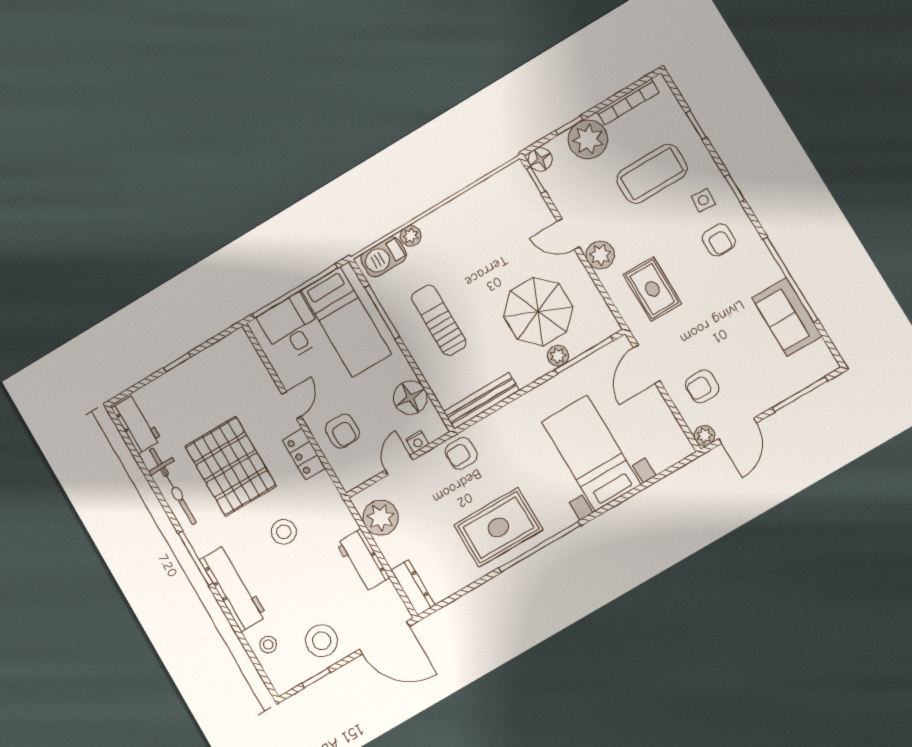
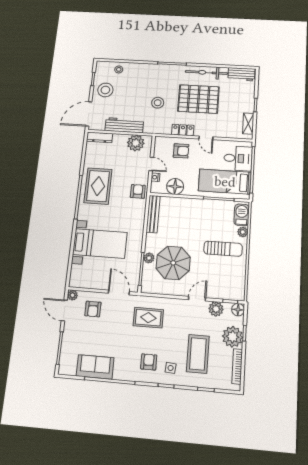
armchair: (719, 240) -> (149, 362), turned 90
plant: (600, 255) -> (216, 309), moved
sun lounger: (439, 320) -> (223, 249), moved
shelving: (219, 352) -> (248, 124), added
armchair: (702, 386) -> (93, 309), turned 180
armchair: (342, 431) -> (181, 151), turned 180
workbench: (363, 560) -> (124, 125), width x1.38
workbench: (233, 588) -> (150, 70), removed

